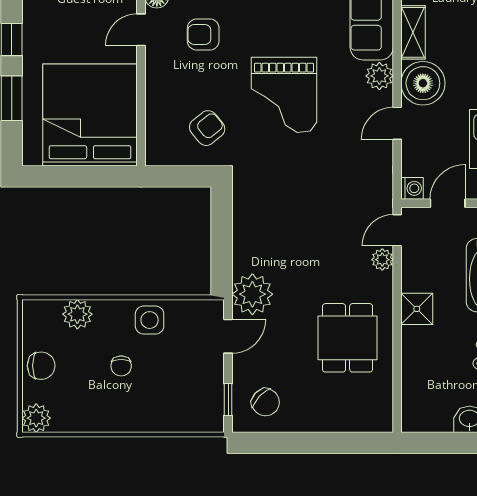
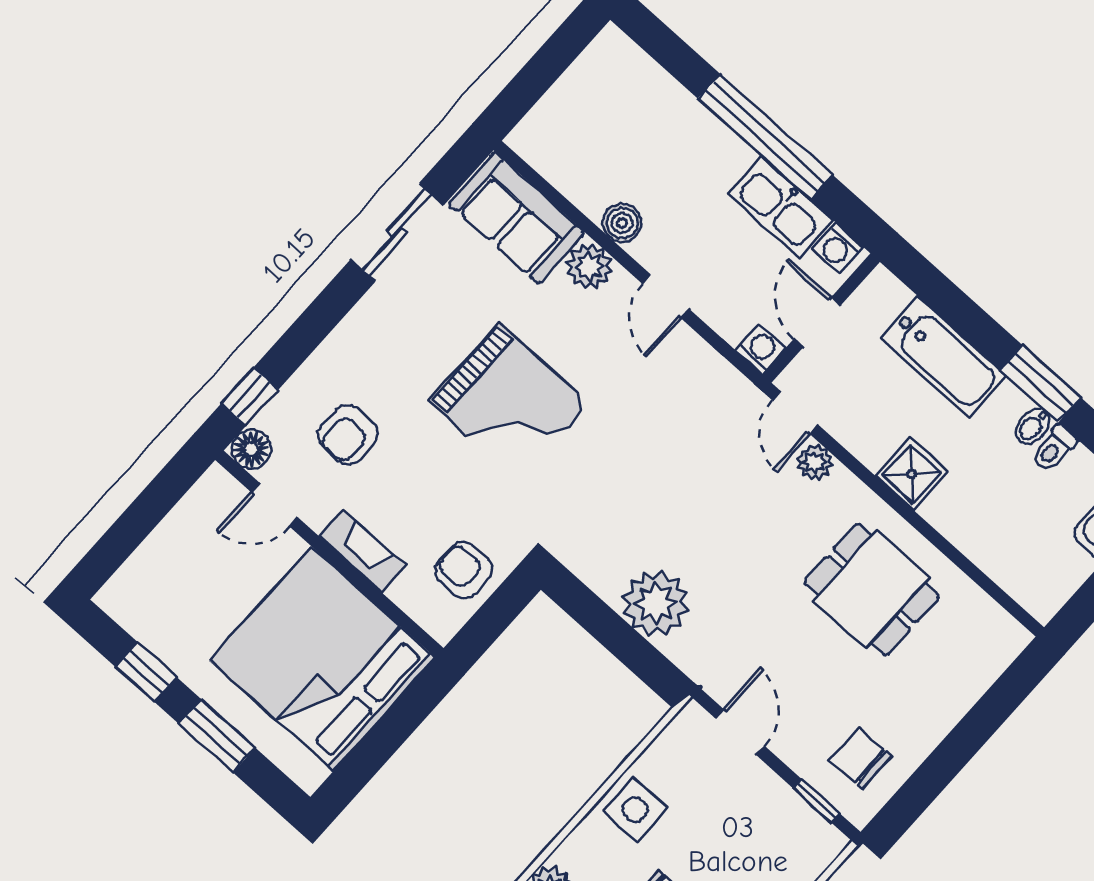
door: (141, 30) -> (275, 505), hinge flipped
shelving: (413, 32) -> (573, 178), removed
boiler: (423, 83) -> (622, 223), width x0.54, depth x0.54
fireplace: (156, 89) -> (362, 551), added
armchair: (207, 128) -> (464, 570), moved, turned -51
plant: (252, 294) -> (656, 603), moved
chair: (266, 402) -> (860, 758), turned -133

